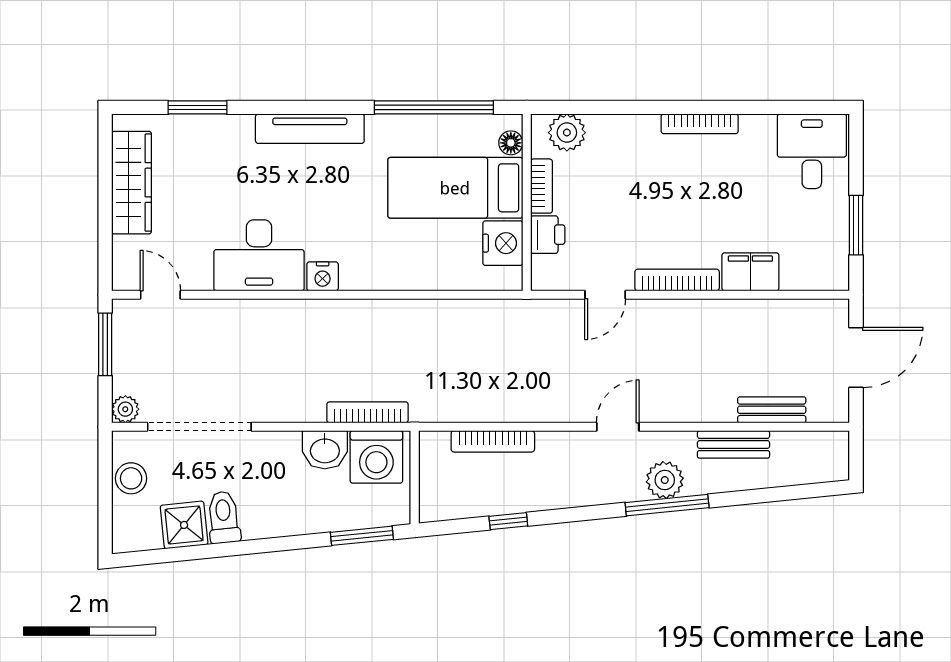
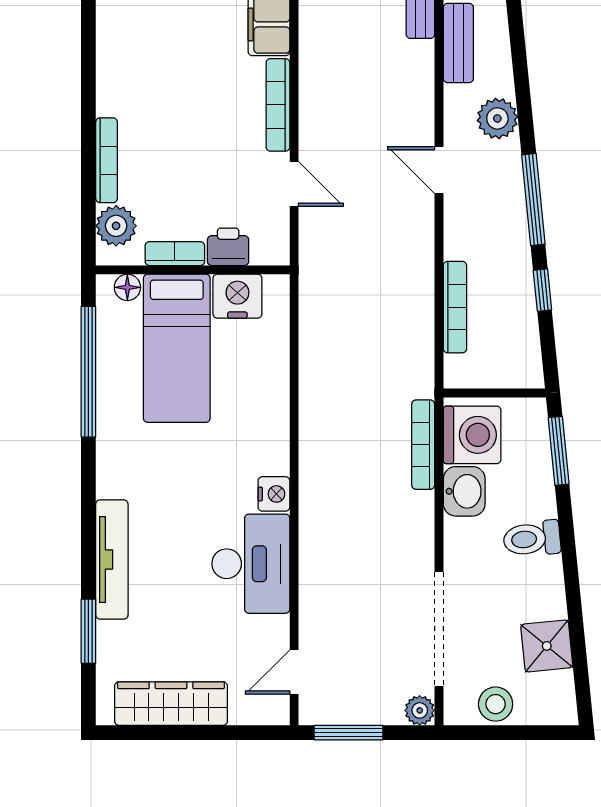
bookcase: (700, 124) -> (107, 160), moved
tv unit: (310, 129) -> (112, 560), moved
window: (667, 505) -> (533, 199), moved
toilet: (224, 517) -> (532, 539), moved

